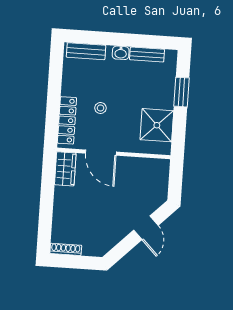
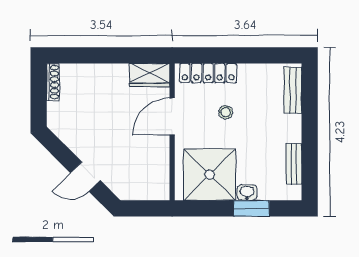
washbasin: (121, 53) -> (247, 193), moved, turned 90
shower: (157, 125) -> (210, 174), width x1.37, depth x1.37

